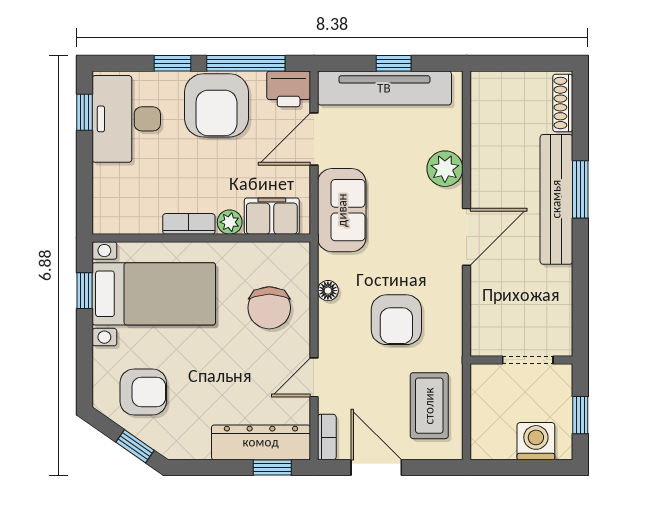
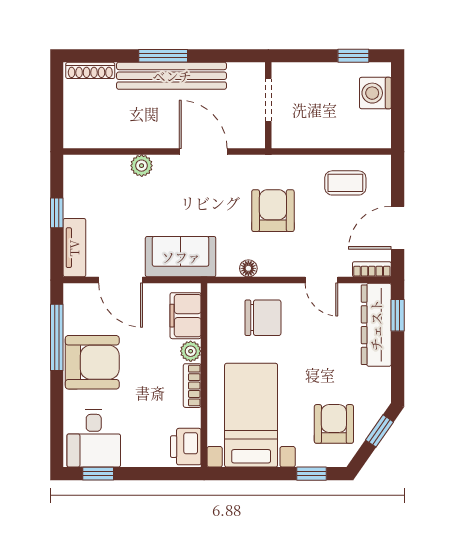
window: (173, 63) -> (57, 399), removed
tv unit: (384, 88) -> (74, 248), width x0.52, depth x0.78
printer: (289, 89) -> (186, 447), moved, turned 180
desk: (126, 119) -> (94, 438), width x0.73
plant: (445, 169) -> (142, 166), width x0.73, depth x0.73
window: (84, 291) -> (312, 474), moved
armchair: (396, 320) -> (273, 211), turned -90
wall: (521, 360) -> (268, 105), moved
doorway: (528, 360) -> (268, 100), moved
coffee table: (429, 406) -> (345, 183), width x0.73, depth x0.77

